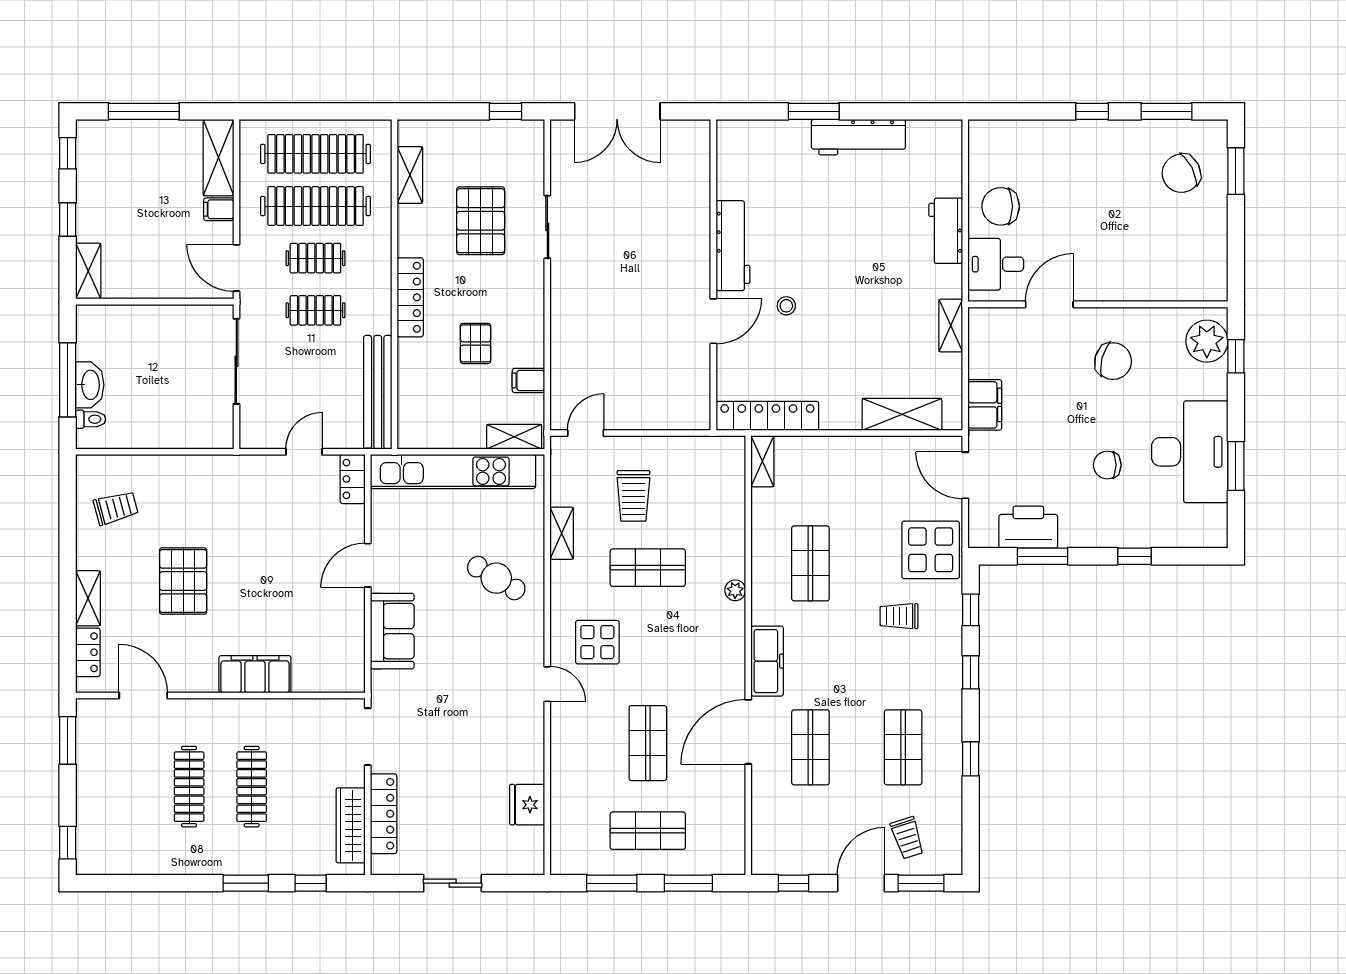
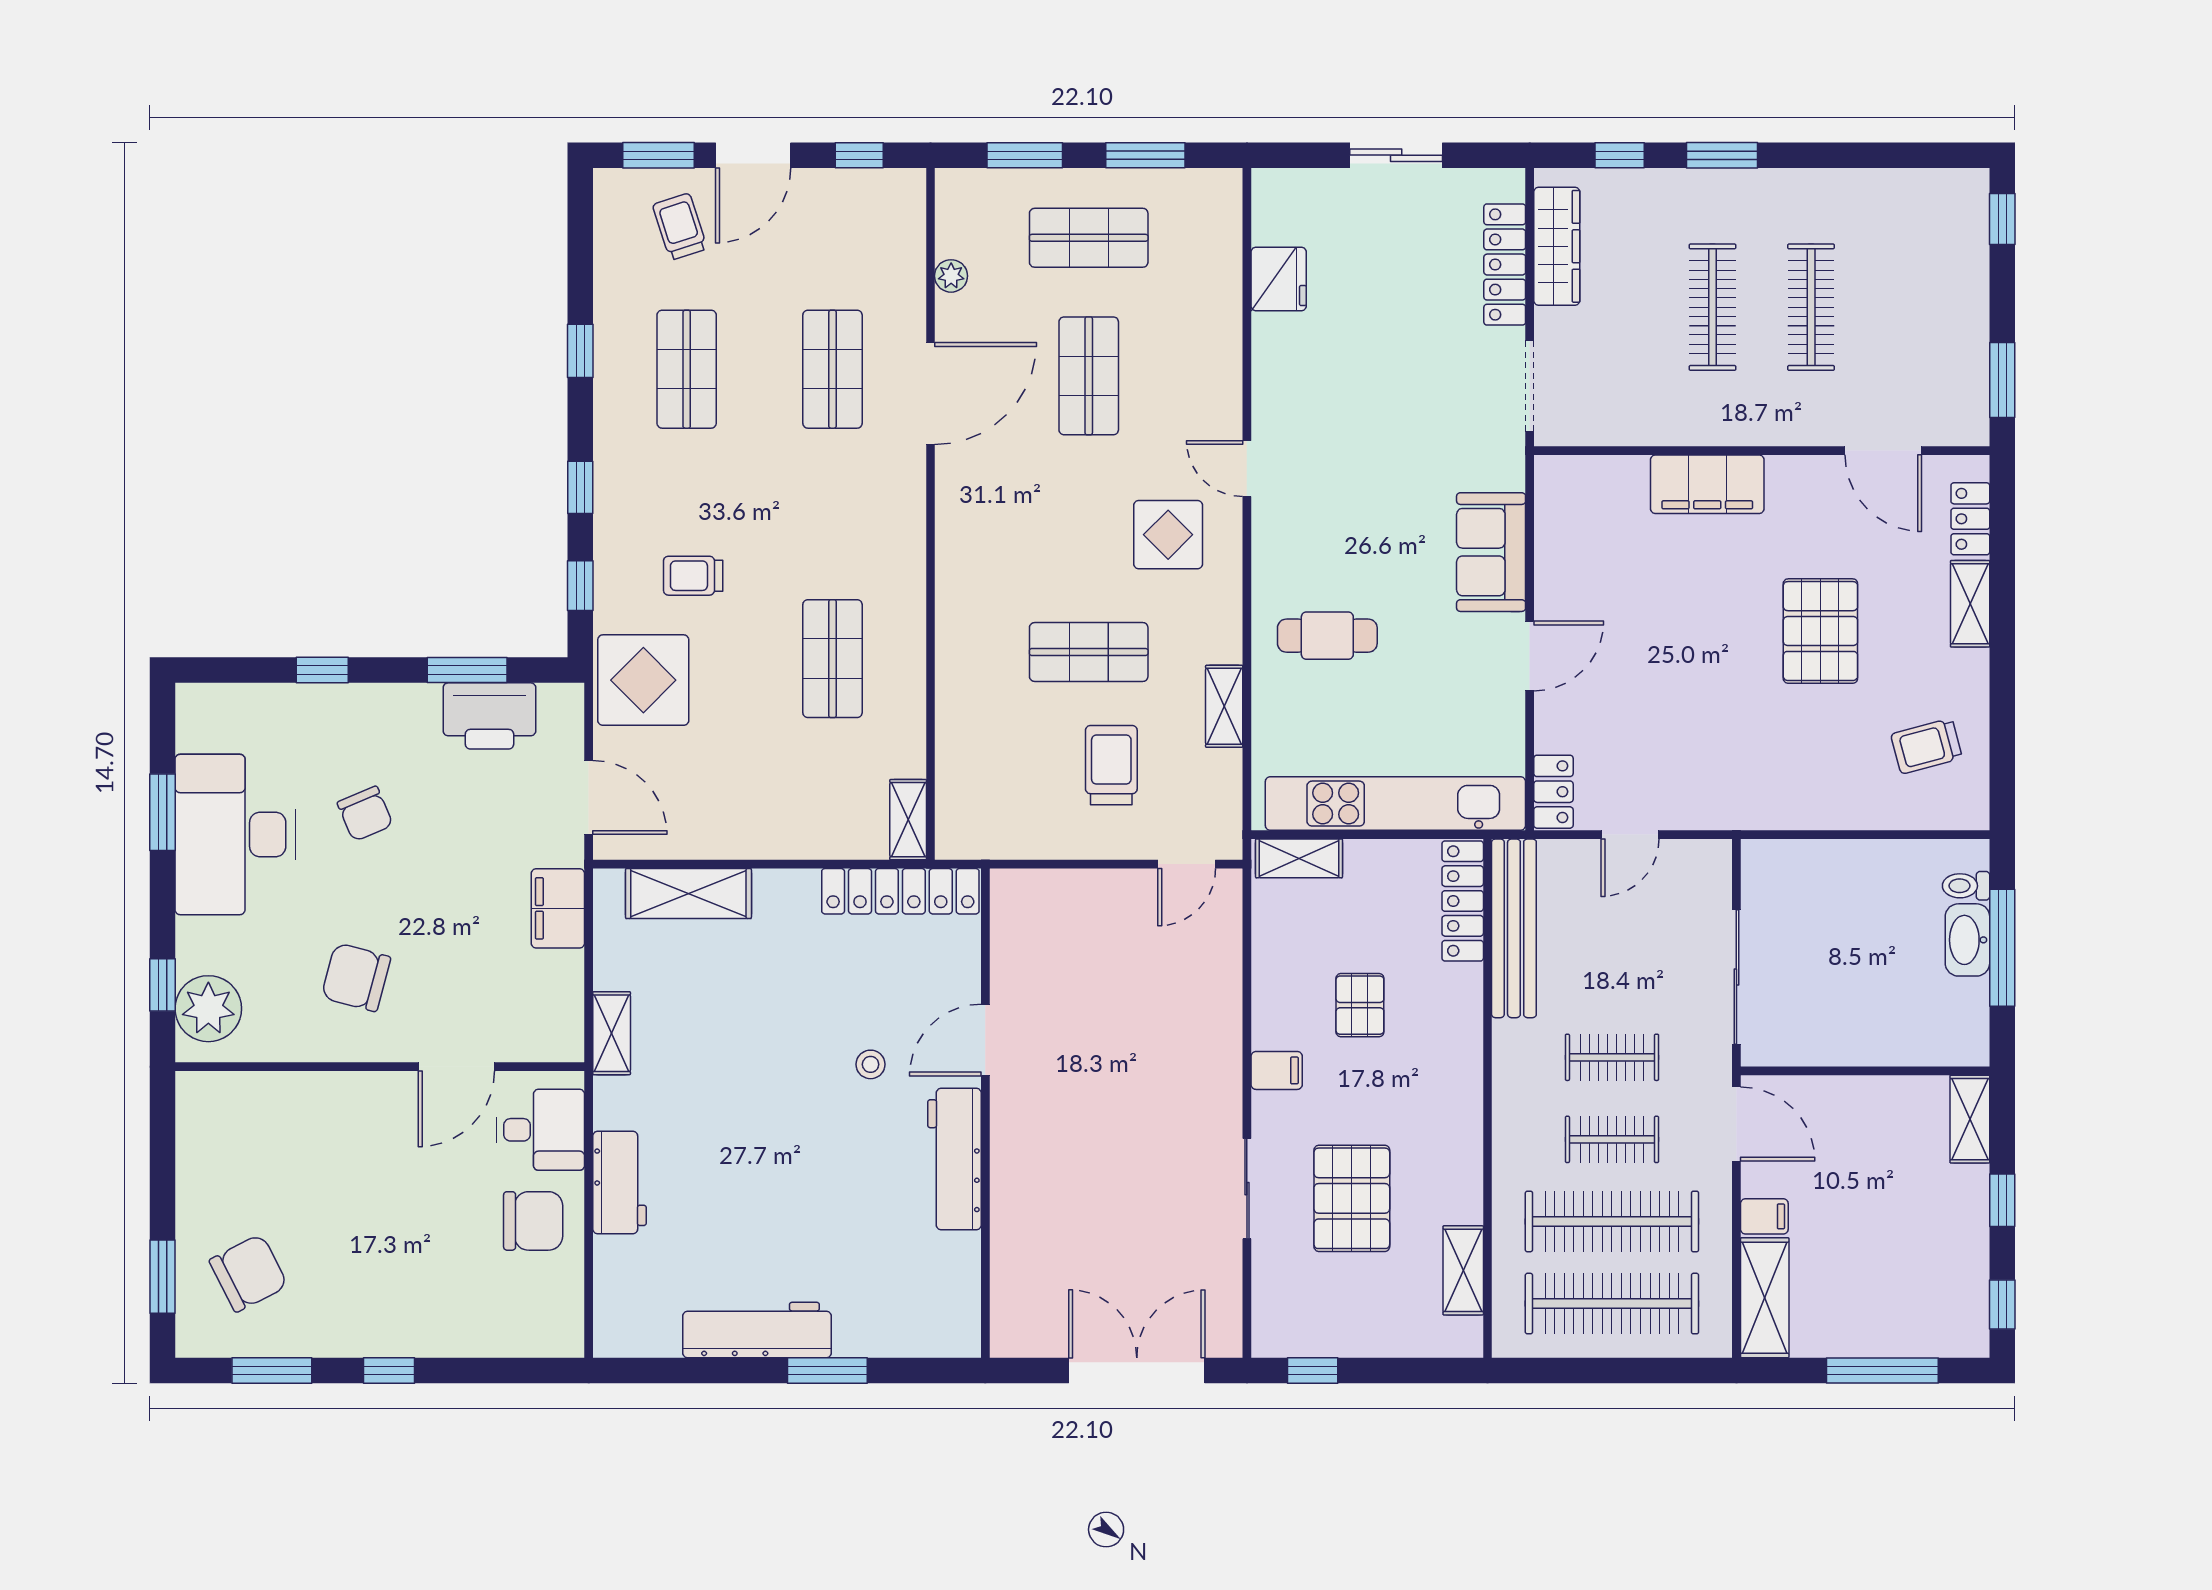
locker: (410, 297) -> (1463, 901), moved
filing cabinet: (528, 380) -> (1277, 1070), moved
chair: (1107, 465) -> (365, 814), turned 67
cafe table: (496, 578) -> (1327, 636), turned -31
plant: (735, 590) -> (951, 276), moved
trolley: (899, 616) -> (693, 576), turned 180
freezer: (767, 661) -> (901, 505), removed

